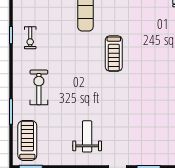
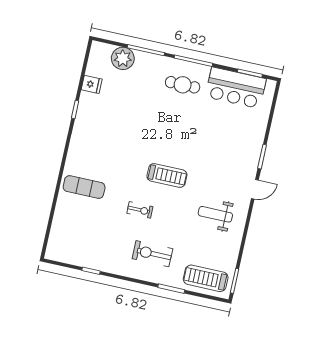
exercise bike: (30, 38) -> (140, 210), moved
treadmill: (114, 53) -> (167, 176), moved

